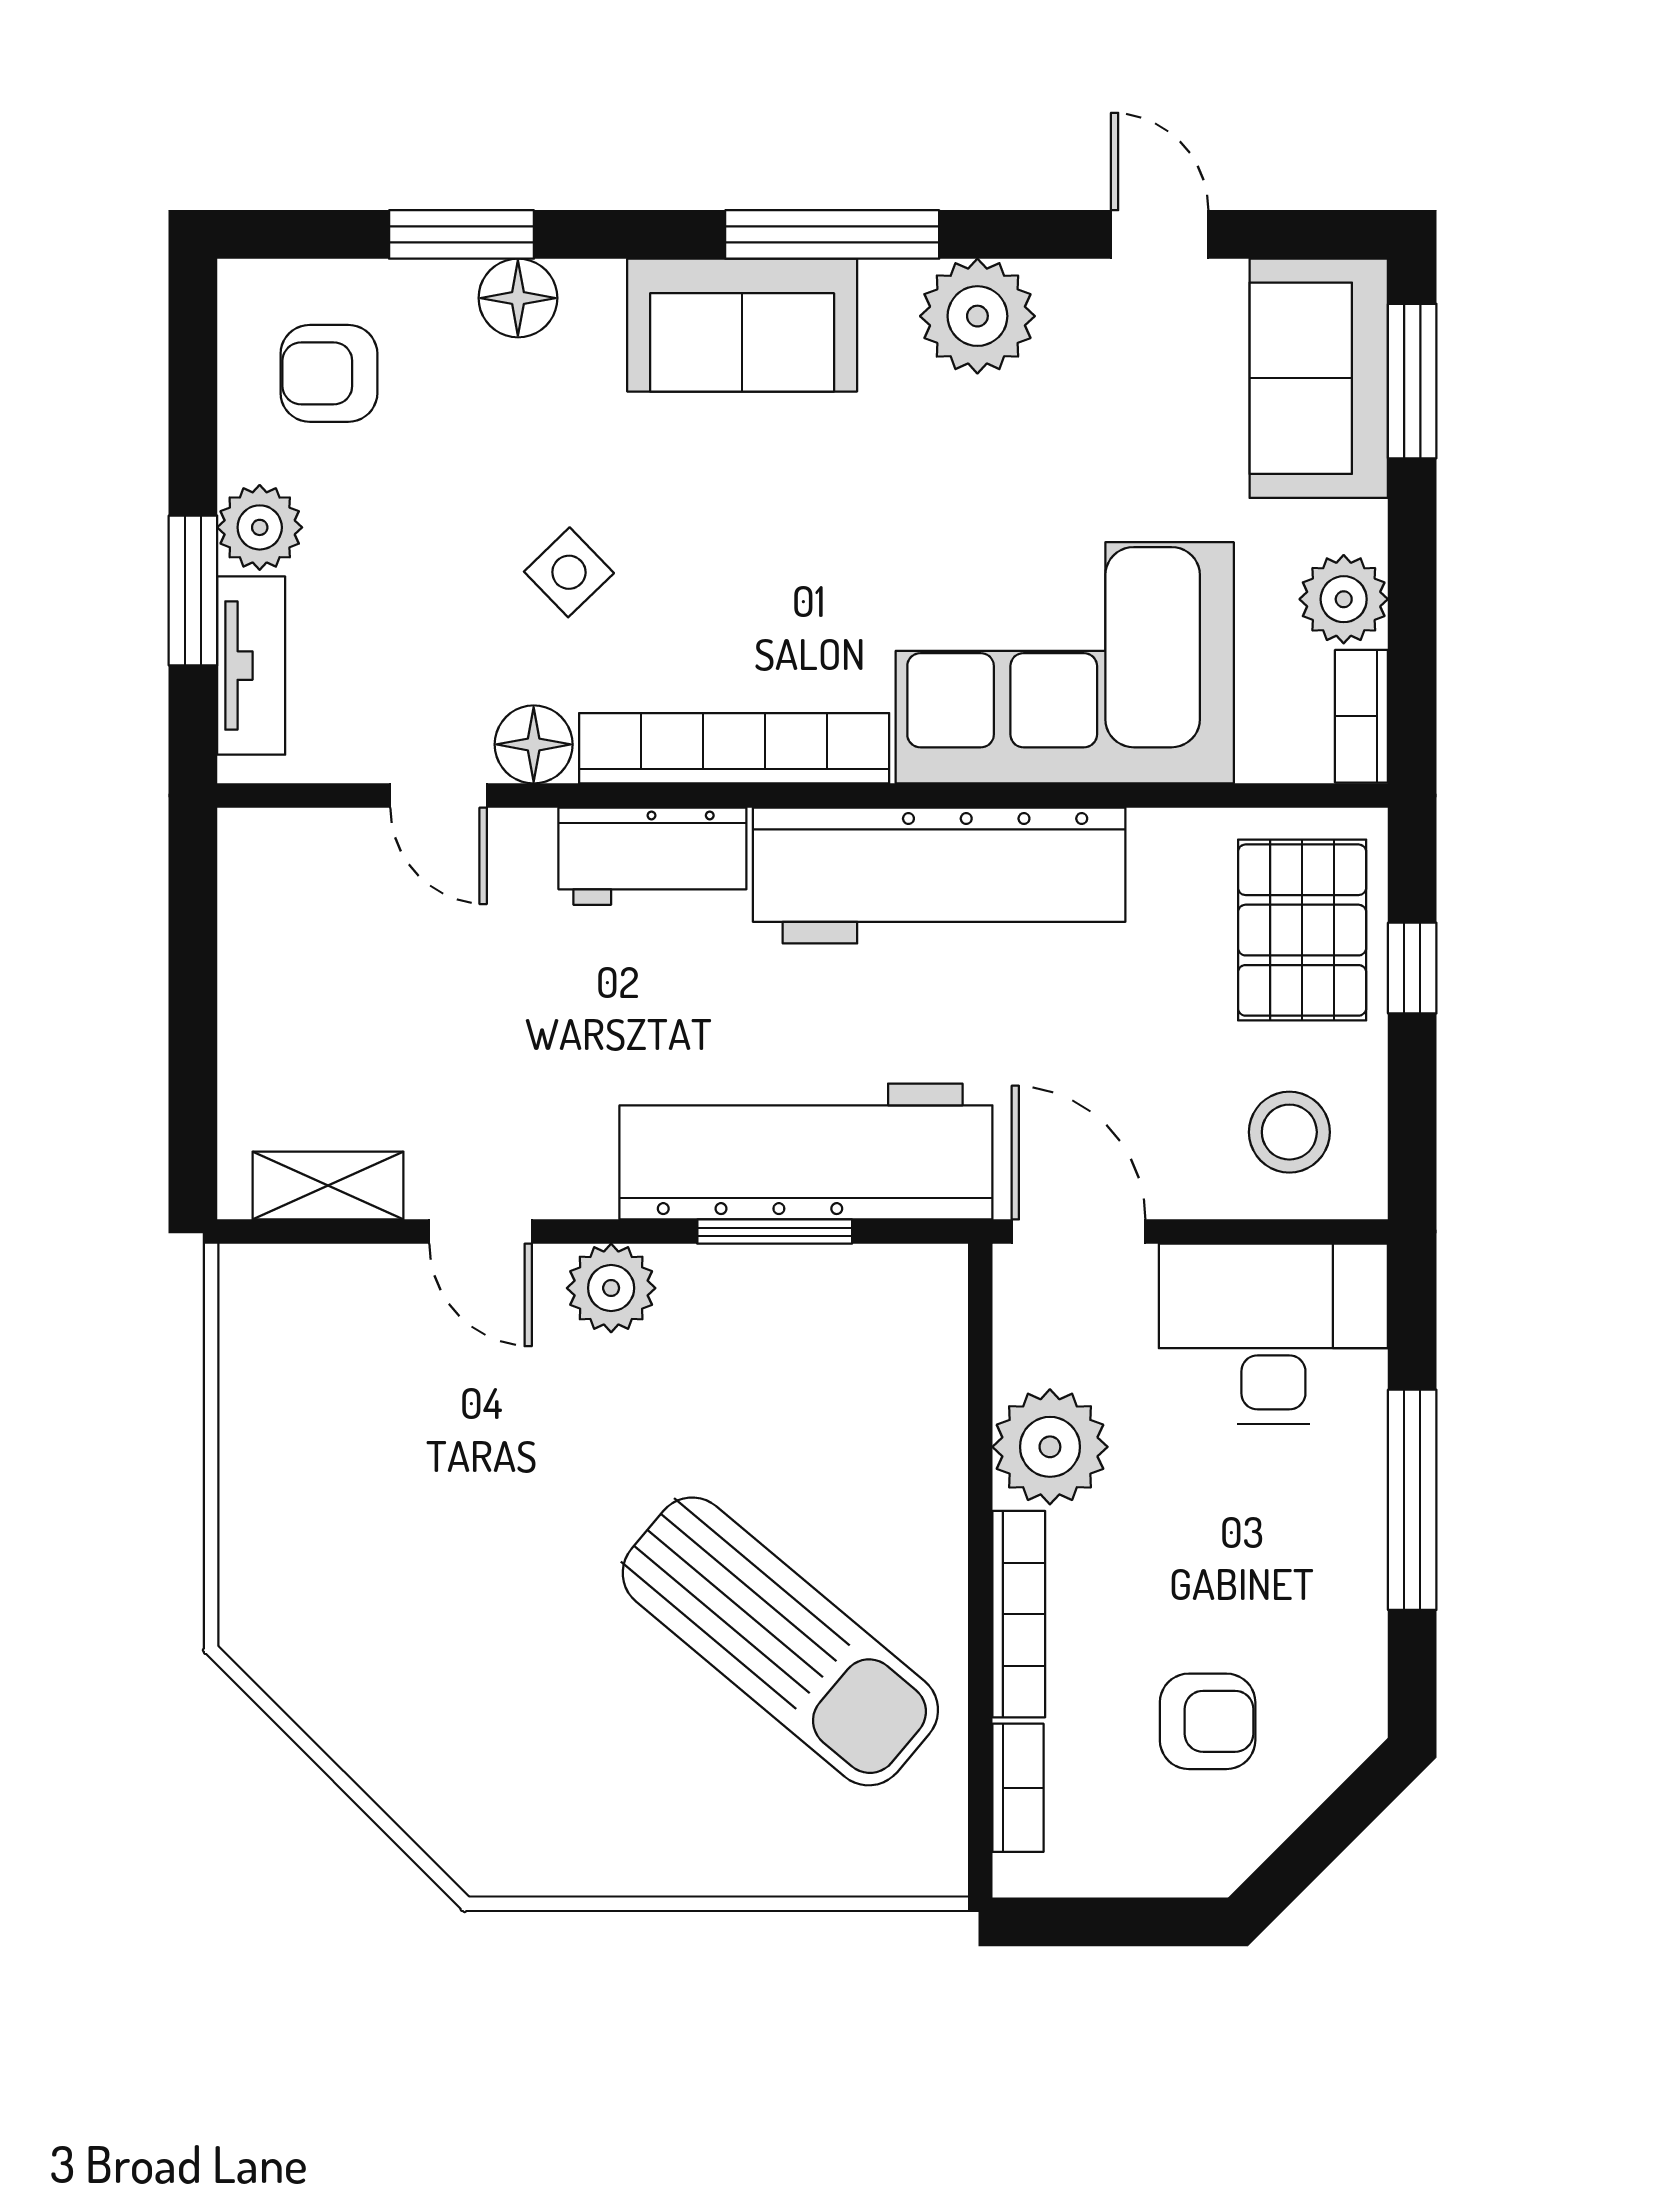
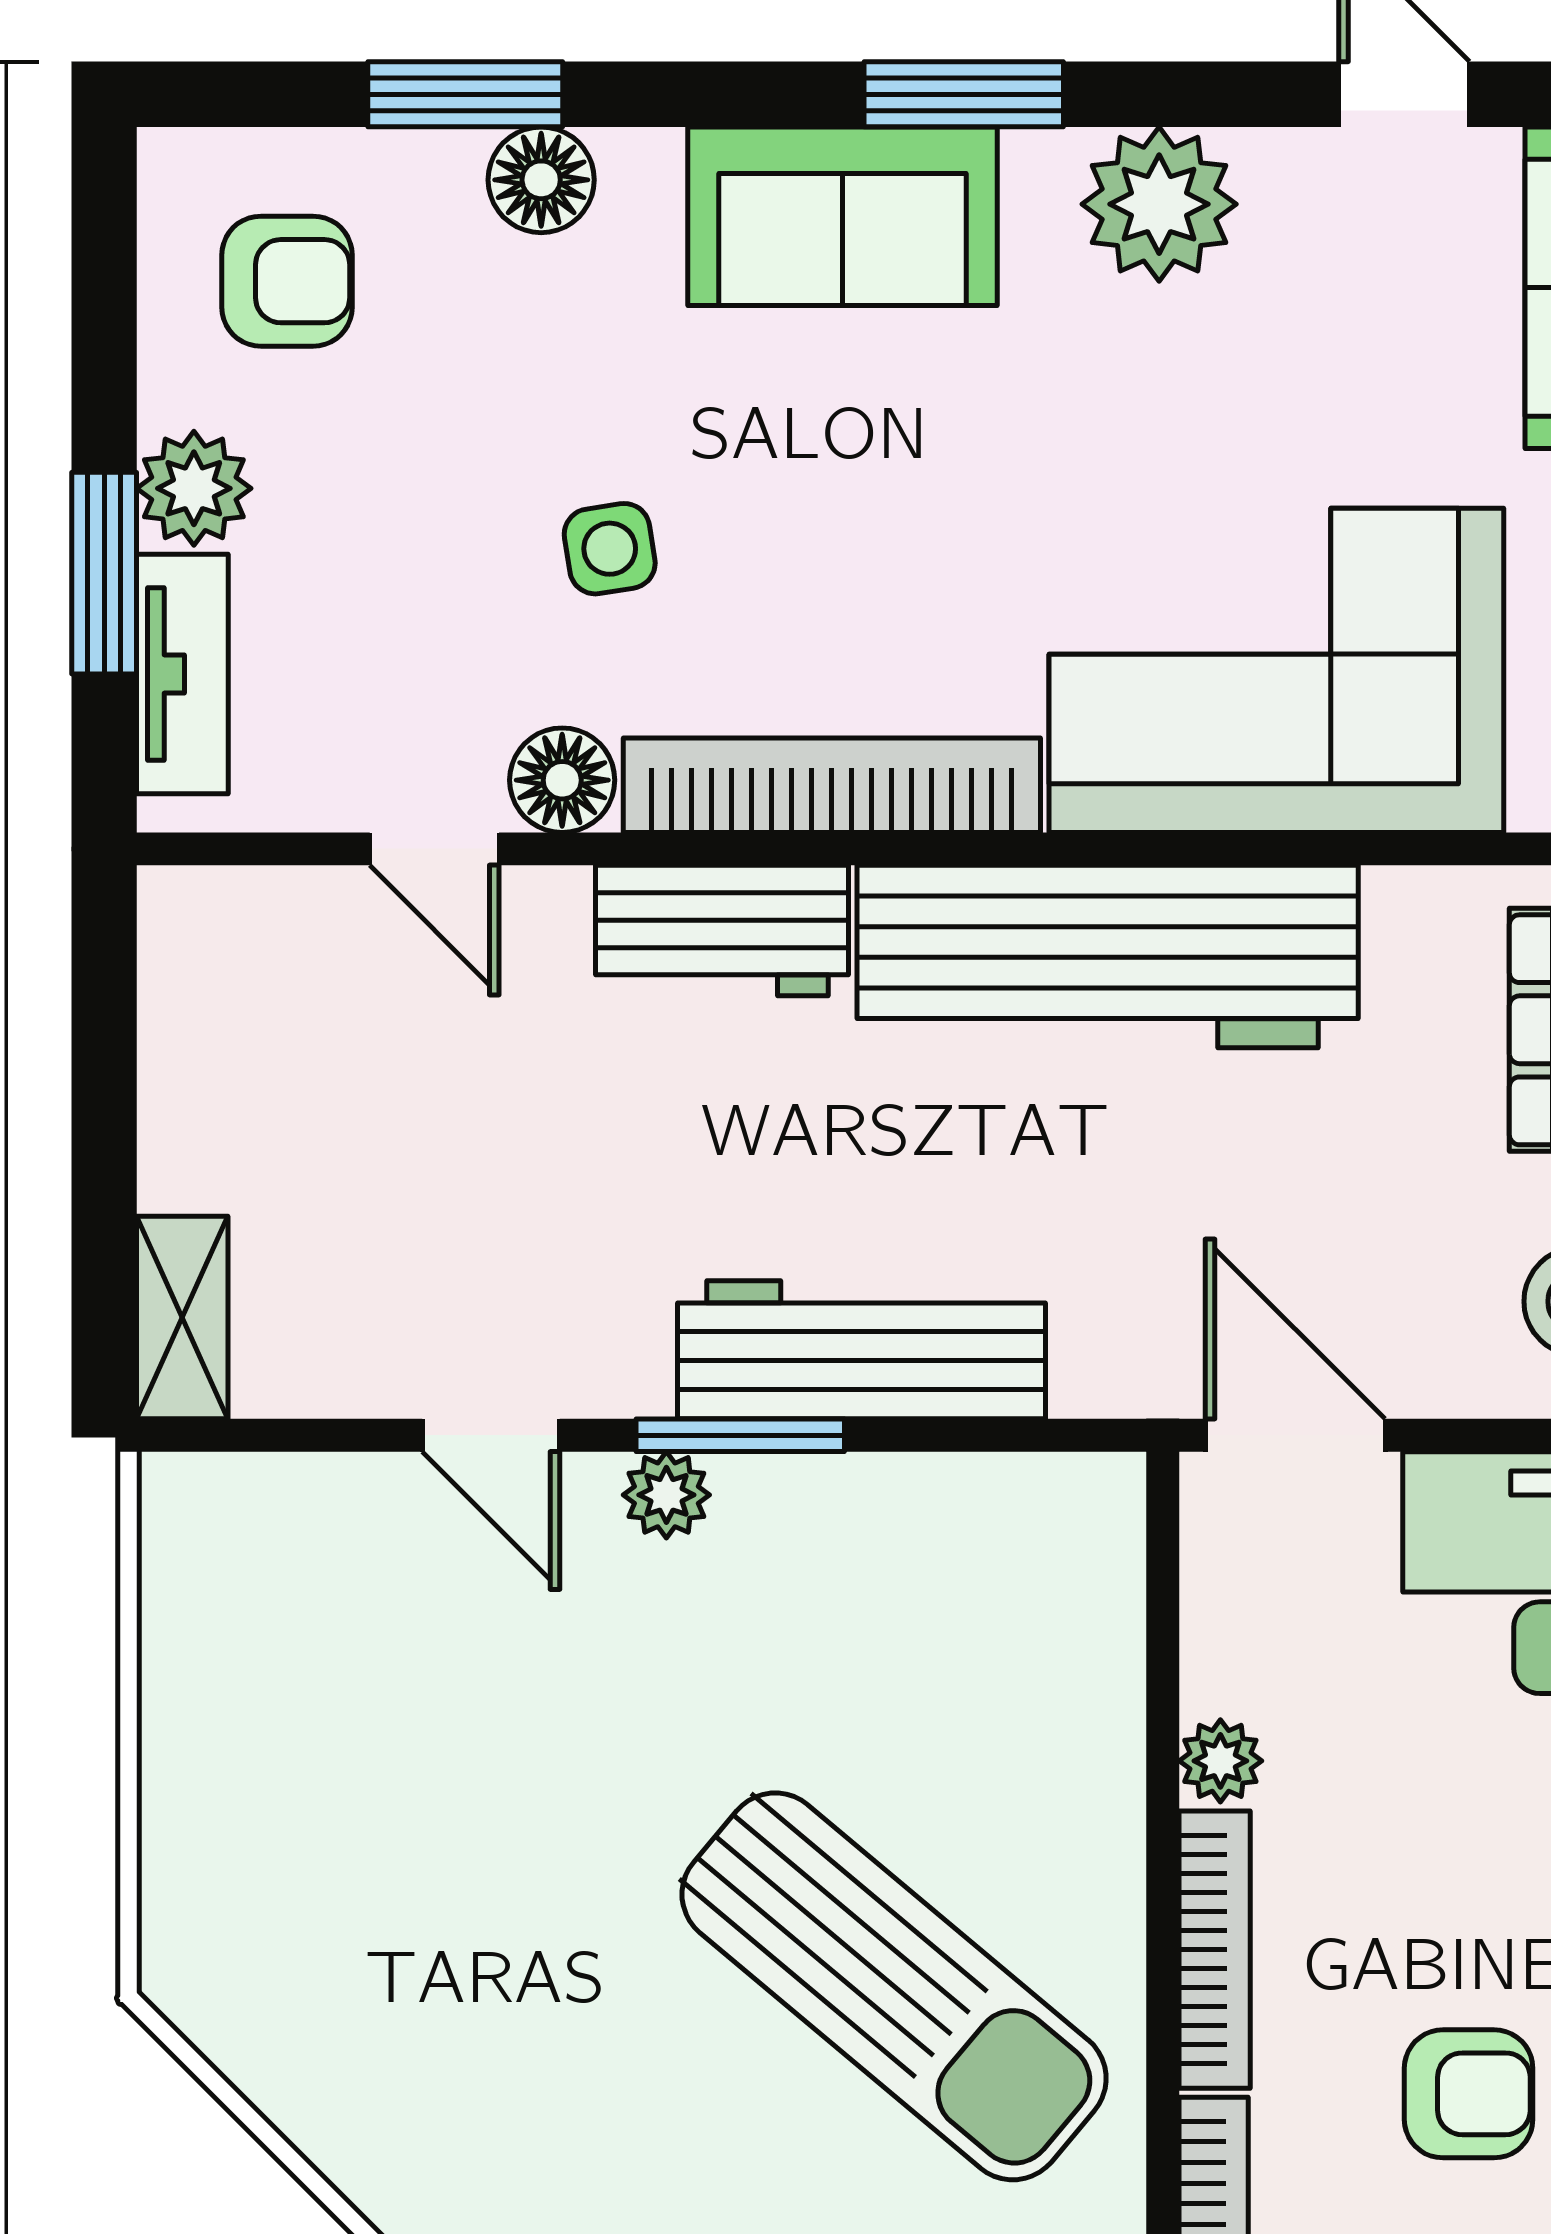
window: (832, 234) -> (964, 94), width x0.69
armchair: (329, 373) -> (287, 281), turned 180
side table: (569, 572) -> (610, 549), turned 35
workbench: (806, 1152) -> (862, 1350), width x0.73, depth x0.76
shelving: (328, 1186) -> (182, 1318), moved, turned 90
window: (775, 1232) -> (740, 1435), moved
plant: (611, 1288) -> (666, 1495), width x0.73, depth x0.73
plant: (1050, 1447) -> (1220, 1761), width x0.53, depth x0.53

